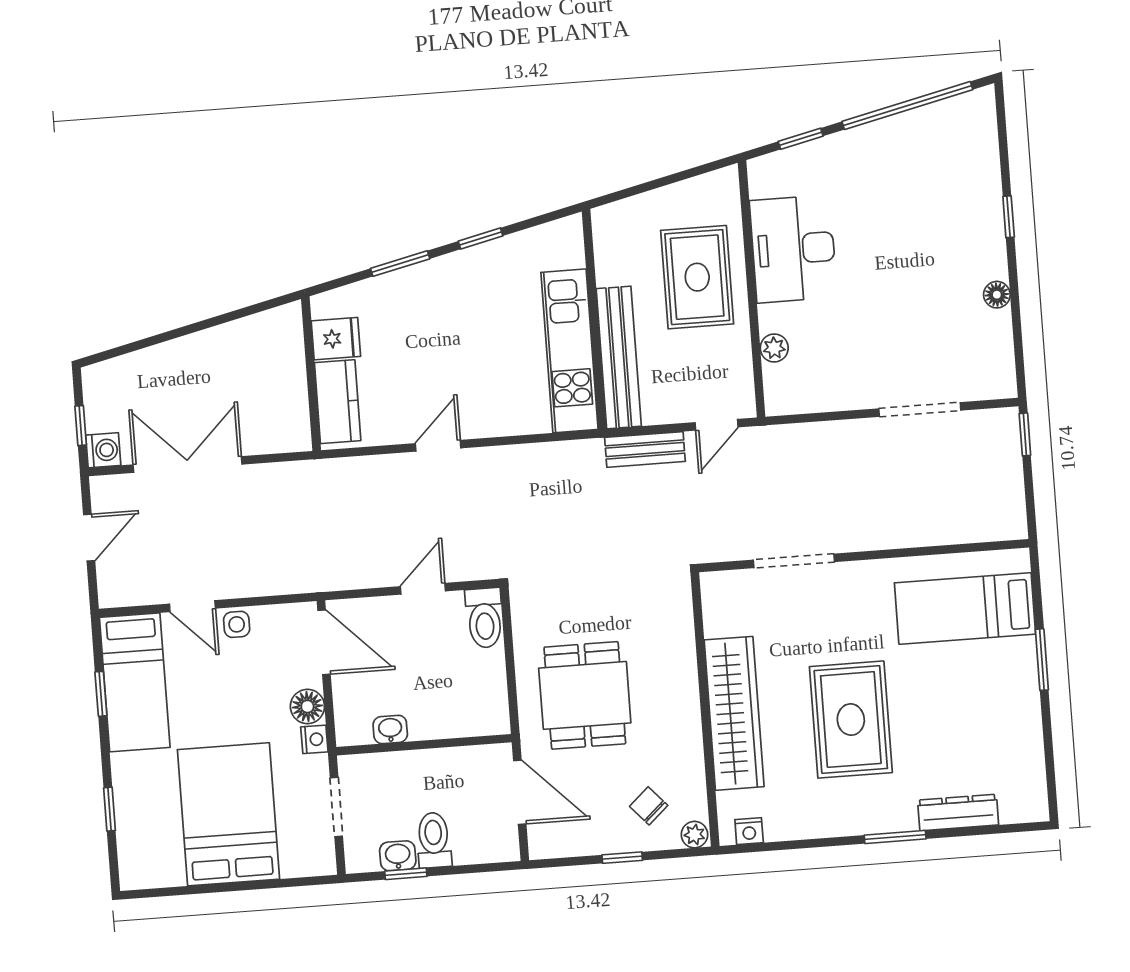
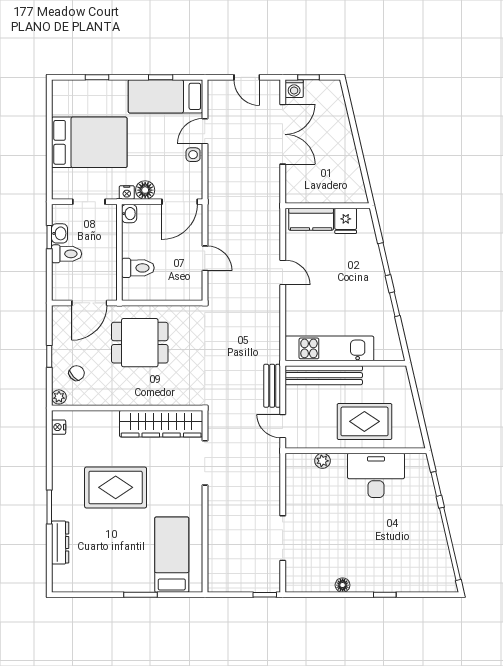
toilet: (484, 618) -> (138, 268), moved, turned 180
wardrobe: (734, 713) -> (161, 424), moved
washbasin: (390, 729) -> (129, 214), moved

